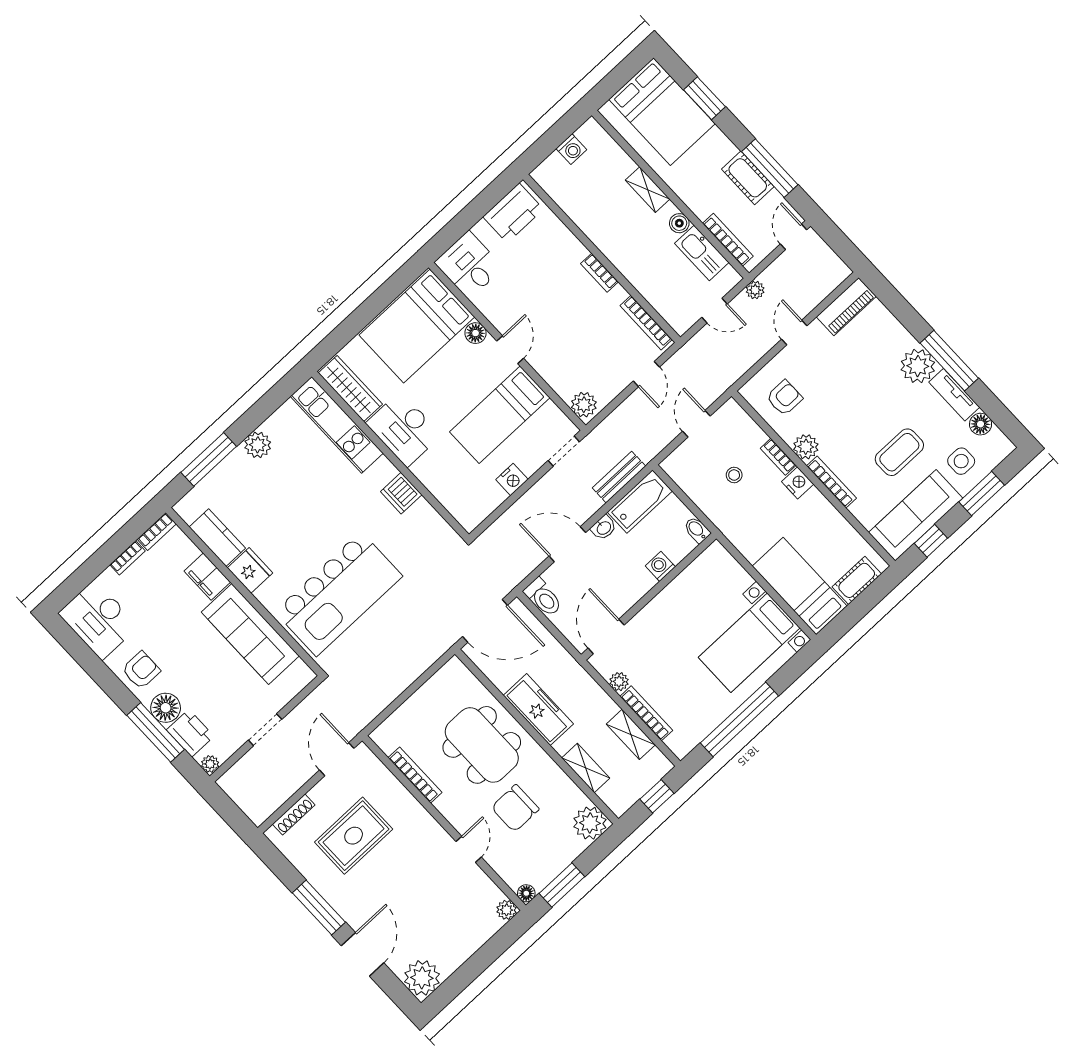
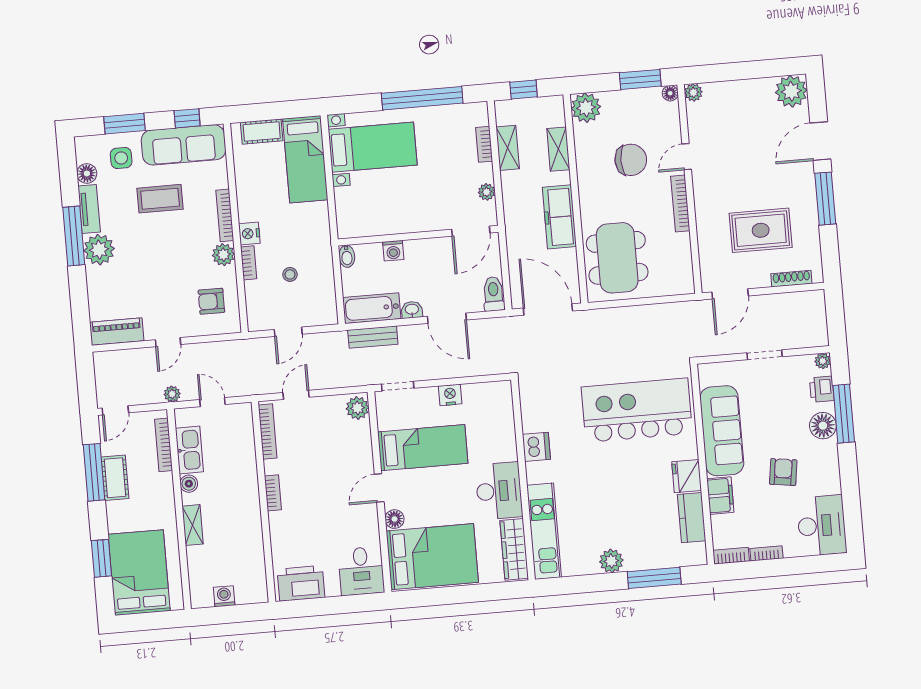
armchair: (141, 670) -> (783, 472), moved, turned 98
bookcase: (646, 713) -> (484, 144), width x0.64
printer: (190, 733) -> (822, 389), width x0.73, depth x0.81
dining table: (482, 745) -> (617, 258), moved
bookcase: (415, 775) -> (680, 203), moved

